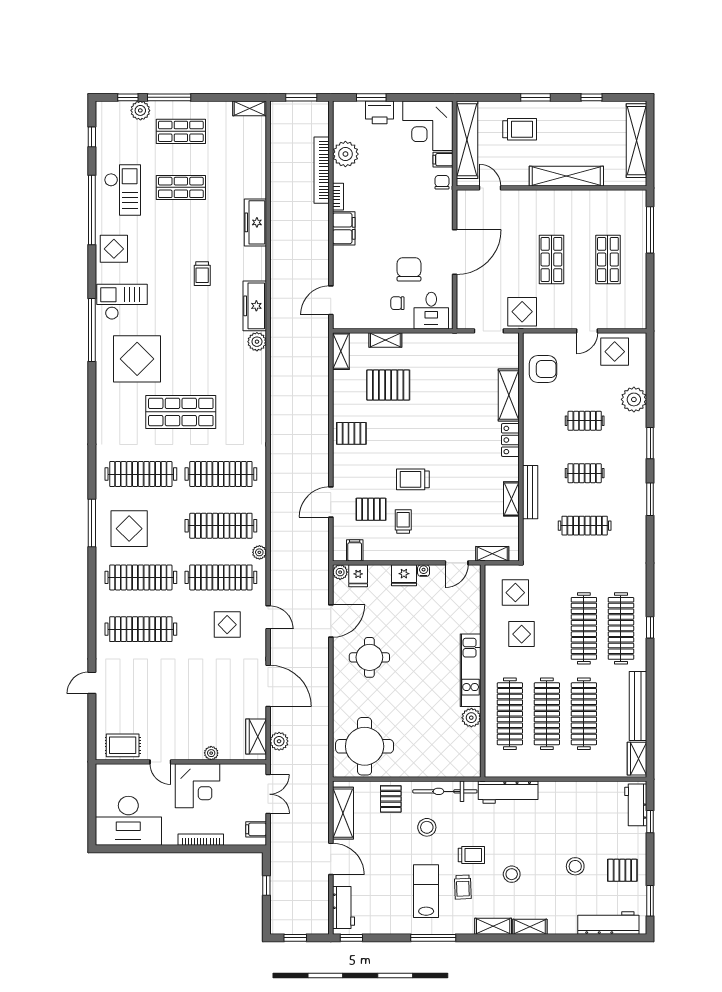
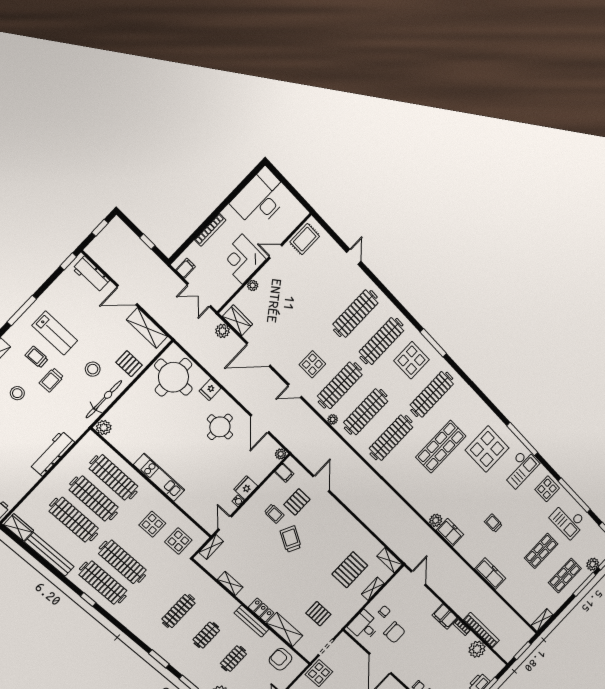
freezer: (255, 306) -> (450, 532), width x0.71
armchair: (543, 369) -> (280, 659), turned 90
pallet: (351, 433) -> (318, 614), moved, turned 90
trolley: (413, 479) -> (291, 539), turned -62
bench: (530, 492) -> (252, 621), moved
fridge: (358, 576) -> (210, 390), moved, turned -90
plant: (471, 718) -> (104, 428), moved
workbench: (508, 792) -> (52, 453), moved

